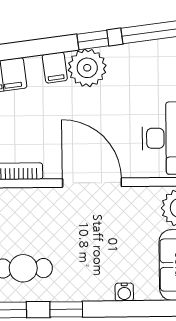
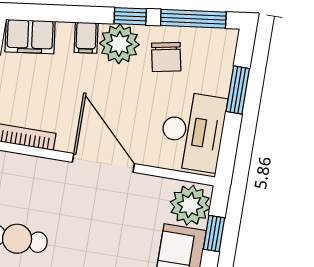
chair: (133, 72) -> (166, 57), added

